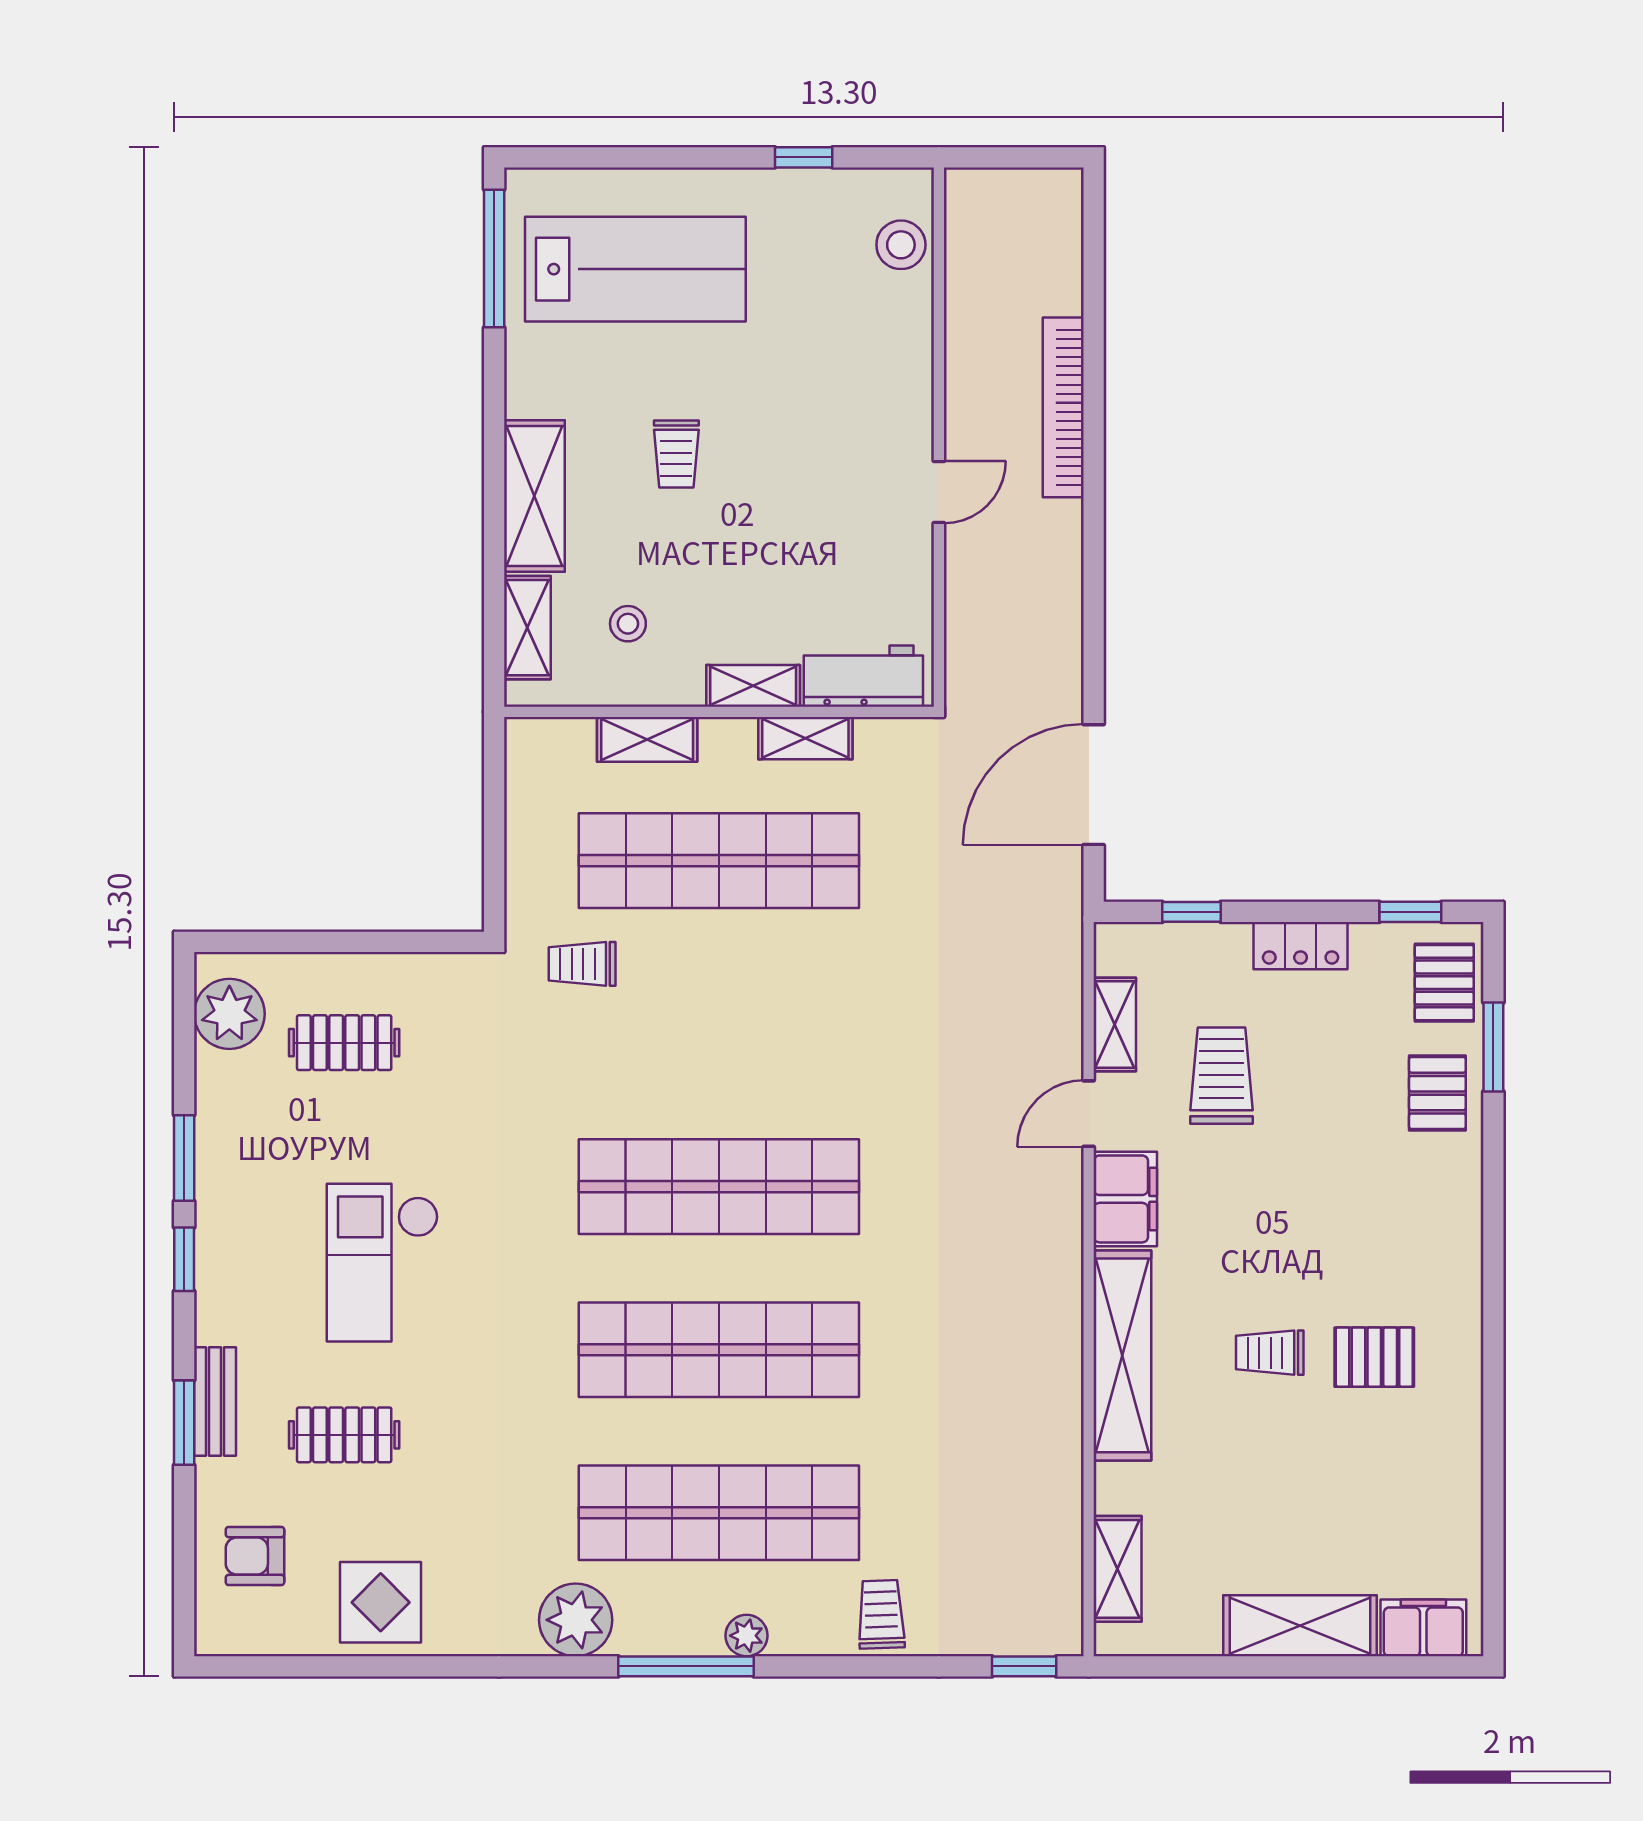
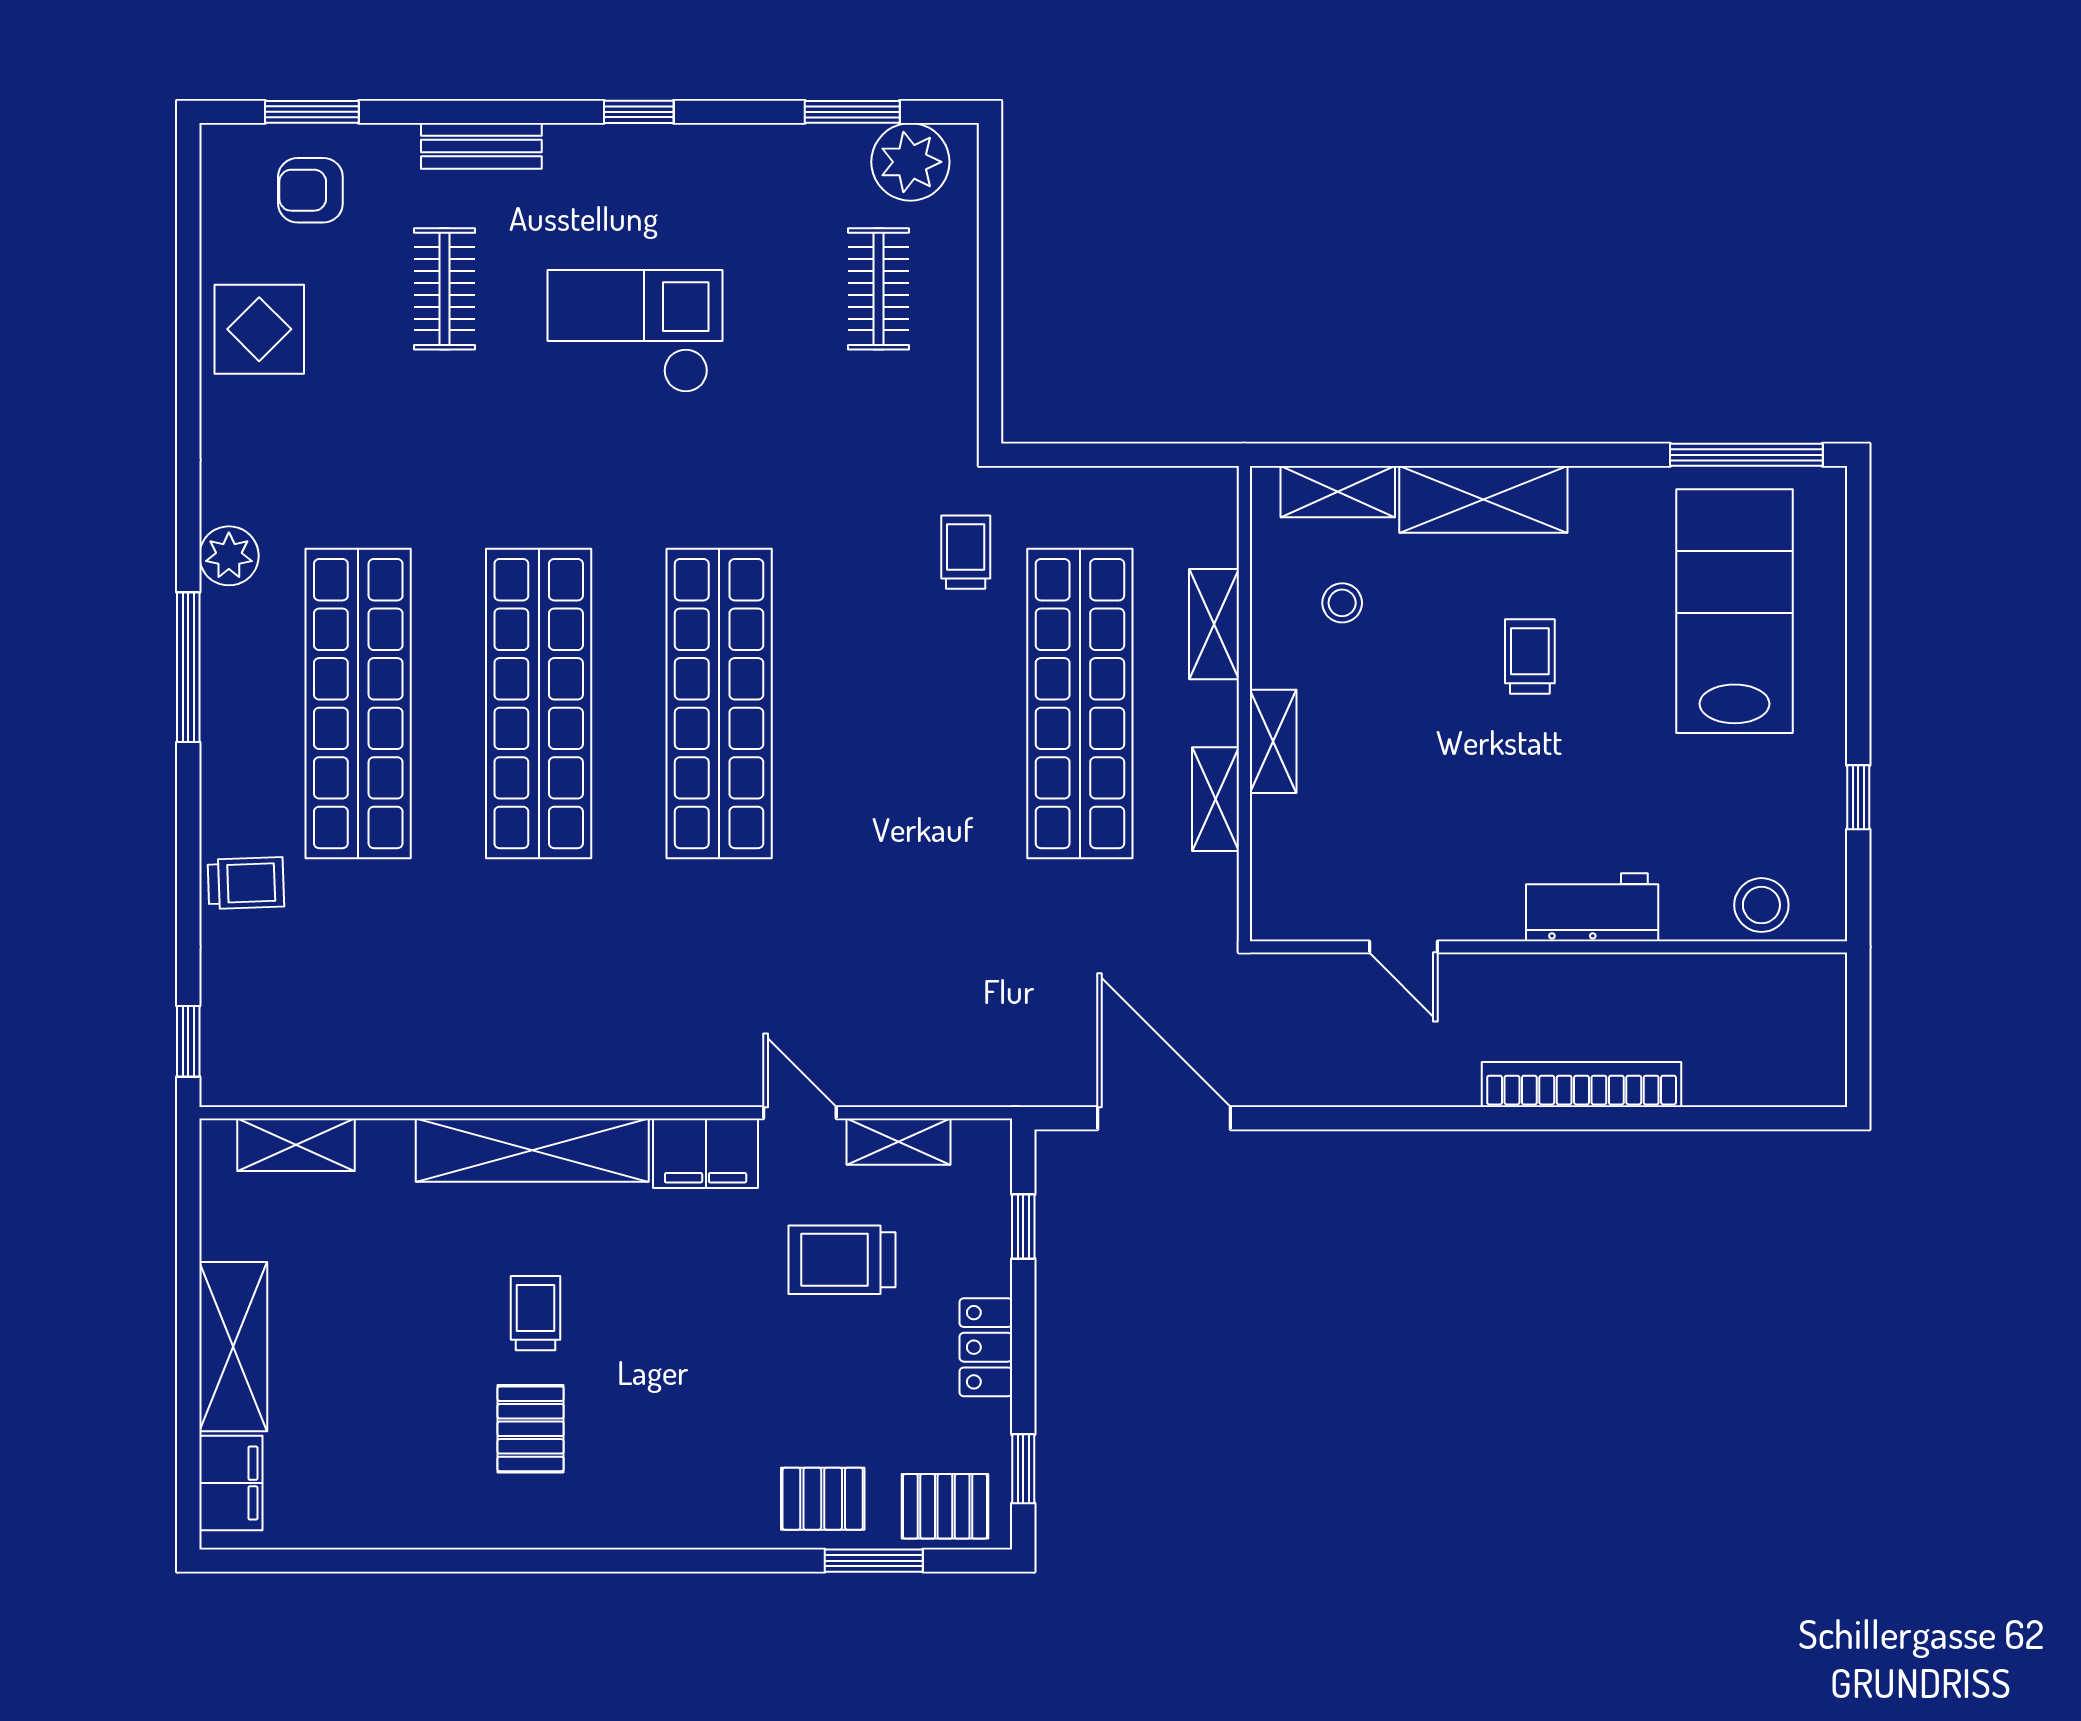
lab bench: (635, 269) -> (1734, 611), turned 180
trolley: (676, 454) -> (1530, 656), turned 90
door: (939, 492) -> (1403, 947), moved
workbench: (863, 676) -> (1592, 907), moved, turned -90
trolley: (1221, 1076) -> (842, 1260), turned 180
window: (184, 1158) -> (852, 112), moved
window: (184, 1423) -> (312, 112), moved
armchair: (255, 1556) -> (310, 190), turned -90
plant: (576, 1620) -> (229, 556), width x0.73, depth x0.73
plant: (747, 1636) -> (222, 734), removed

